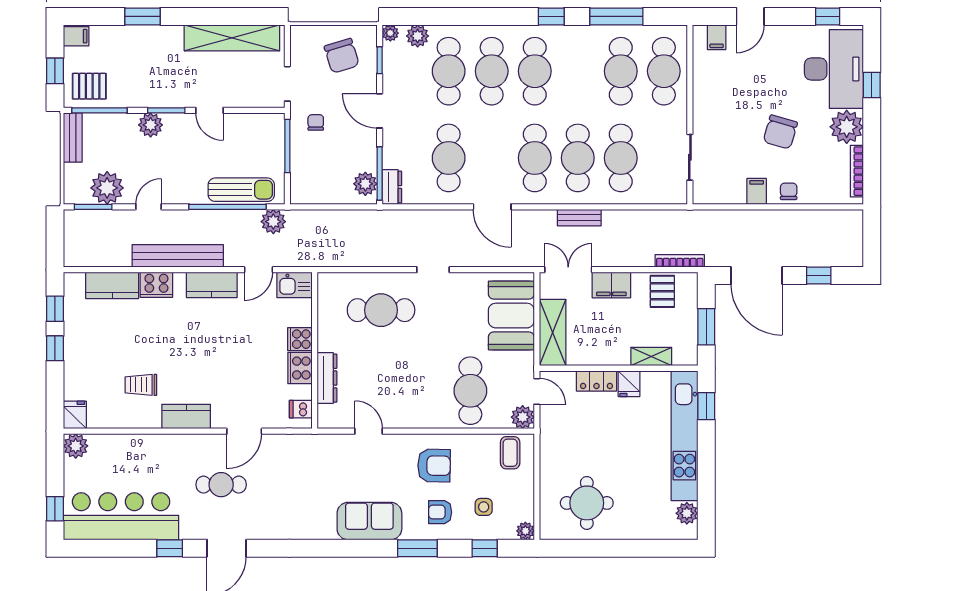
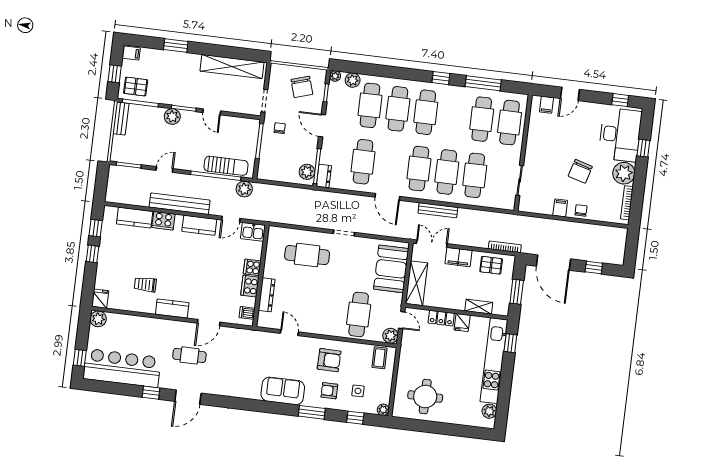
plant: (107, 188) -> (139, 154), removed
bench: (579, 218) -> (438, 210), width x1.36
pallet: (662, 291) -> (491, 265), turned 90

